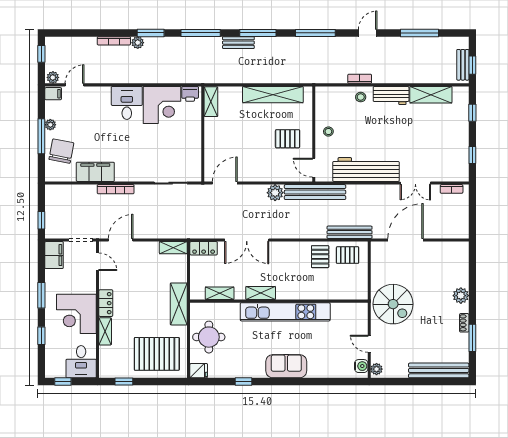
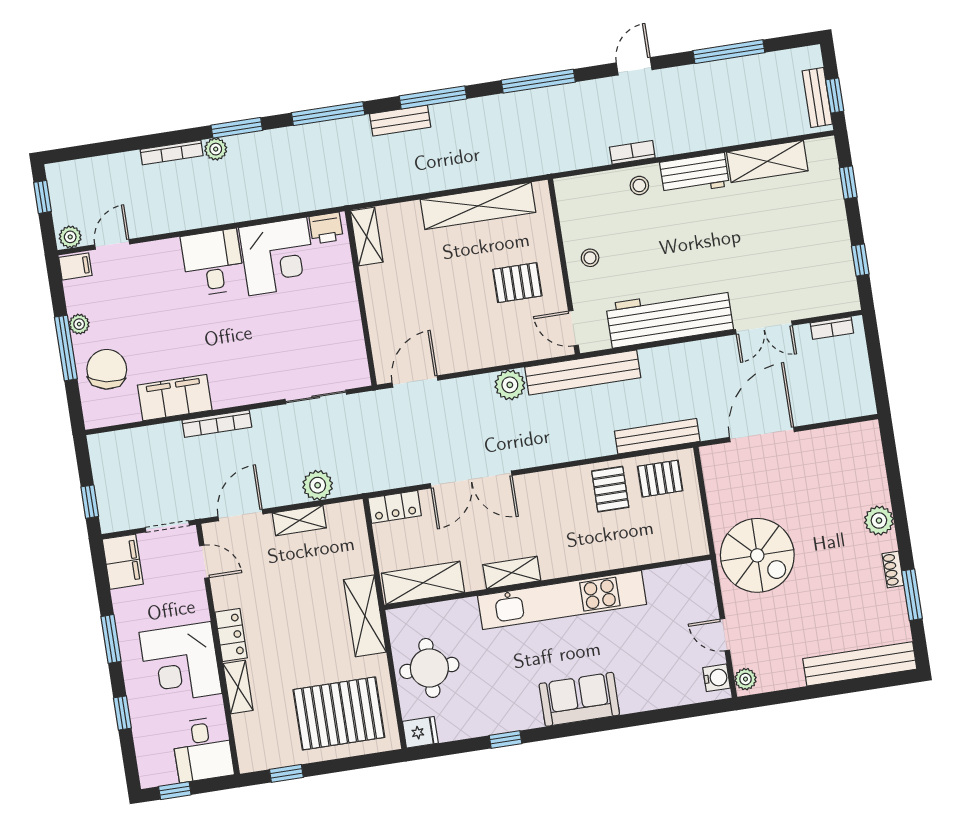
plant: (164, 230) -> (318, 485), added
shelving: (173, 248) -> (299, 520), moved
shelving: (220, 293) -> (423, 583), width x1.50, depth x1.33

